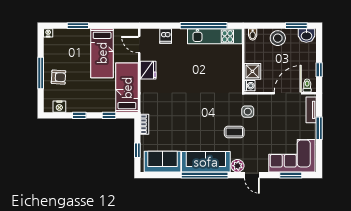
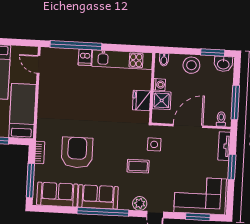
window: (204, 26) -> (76, 45), moved
dishwasher: (166, 36) -> (85, 57), moved
fridge: (148, 70) -> (142, 100), moved, turned 180
window: (319, 70) -> (235, 102), width x2.17
washing machine: (250, 86) -> (159, 85), moved
door: (288, 93) -> (188, 126), moved
armchair: (178, 123) -> (77, 152), added
window: (137, 150) -> (30, 181), width x2.17
sofa: (206, 162) -> (98, 197), width x0.73

